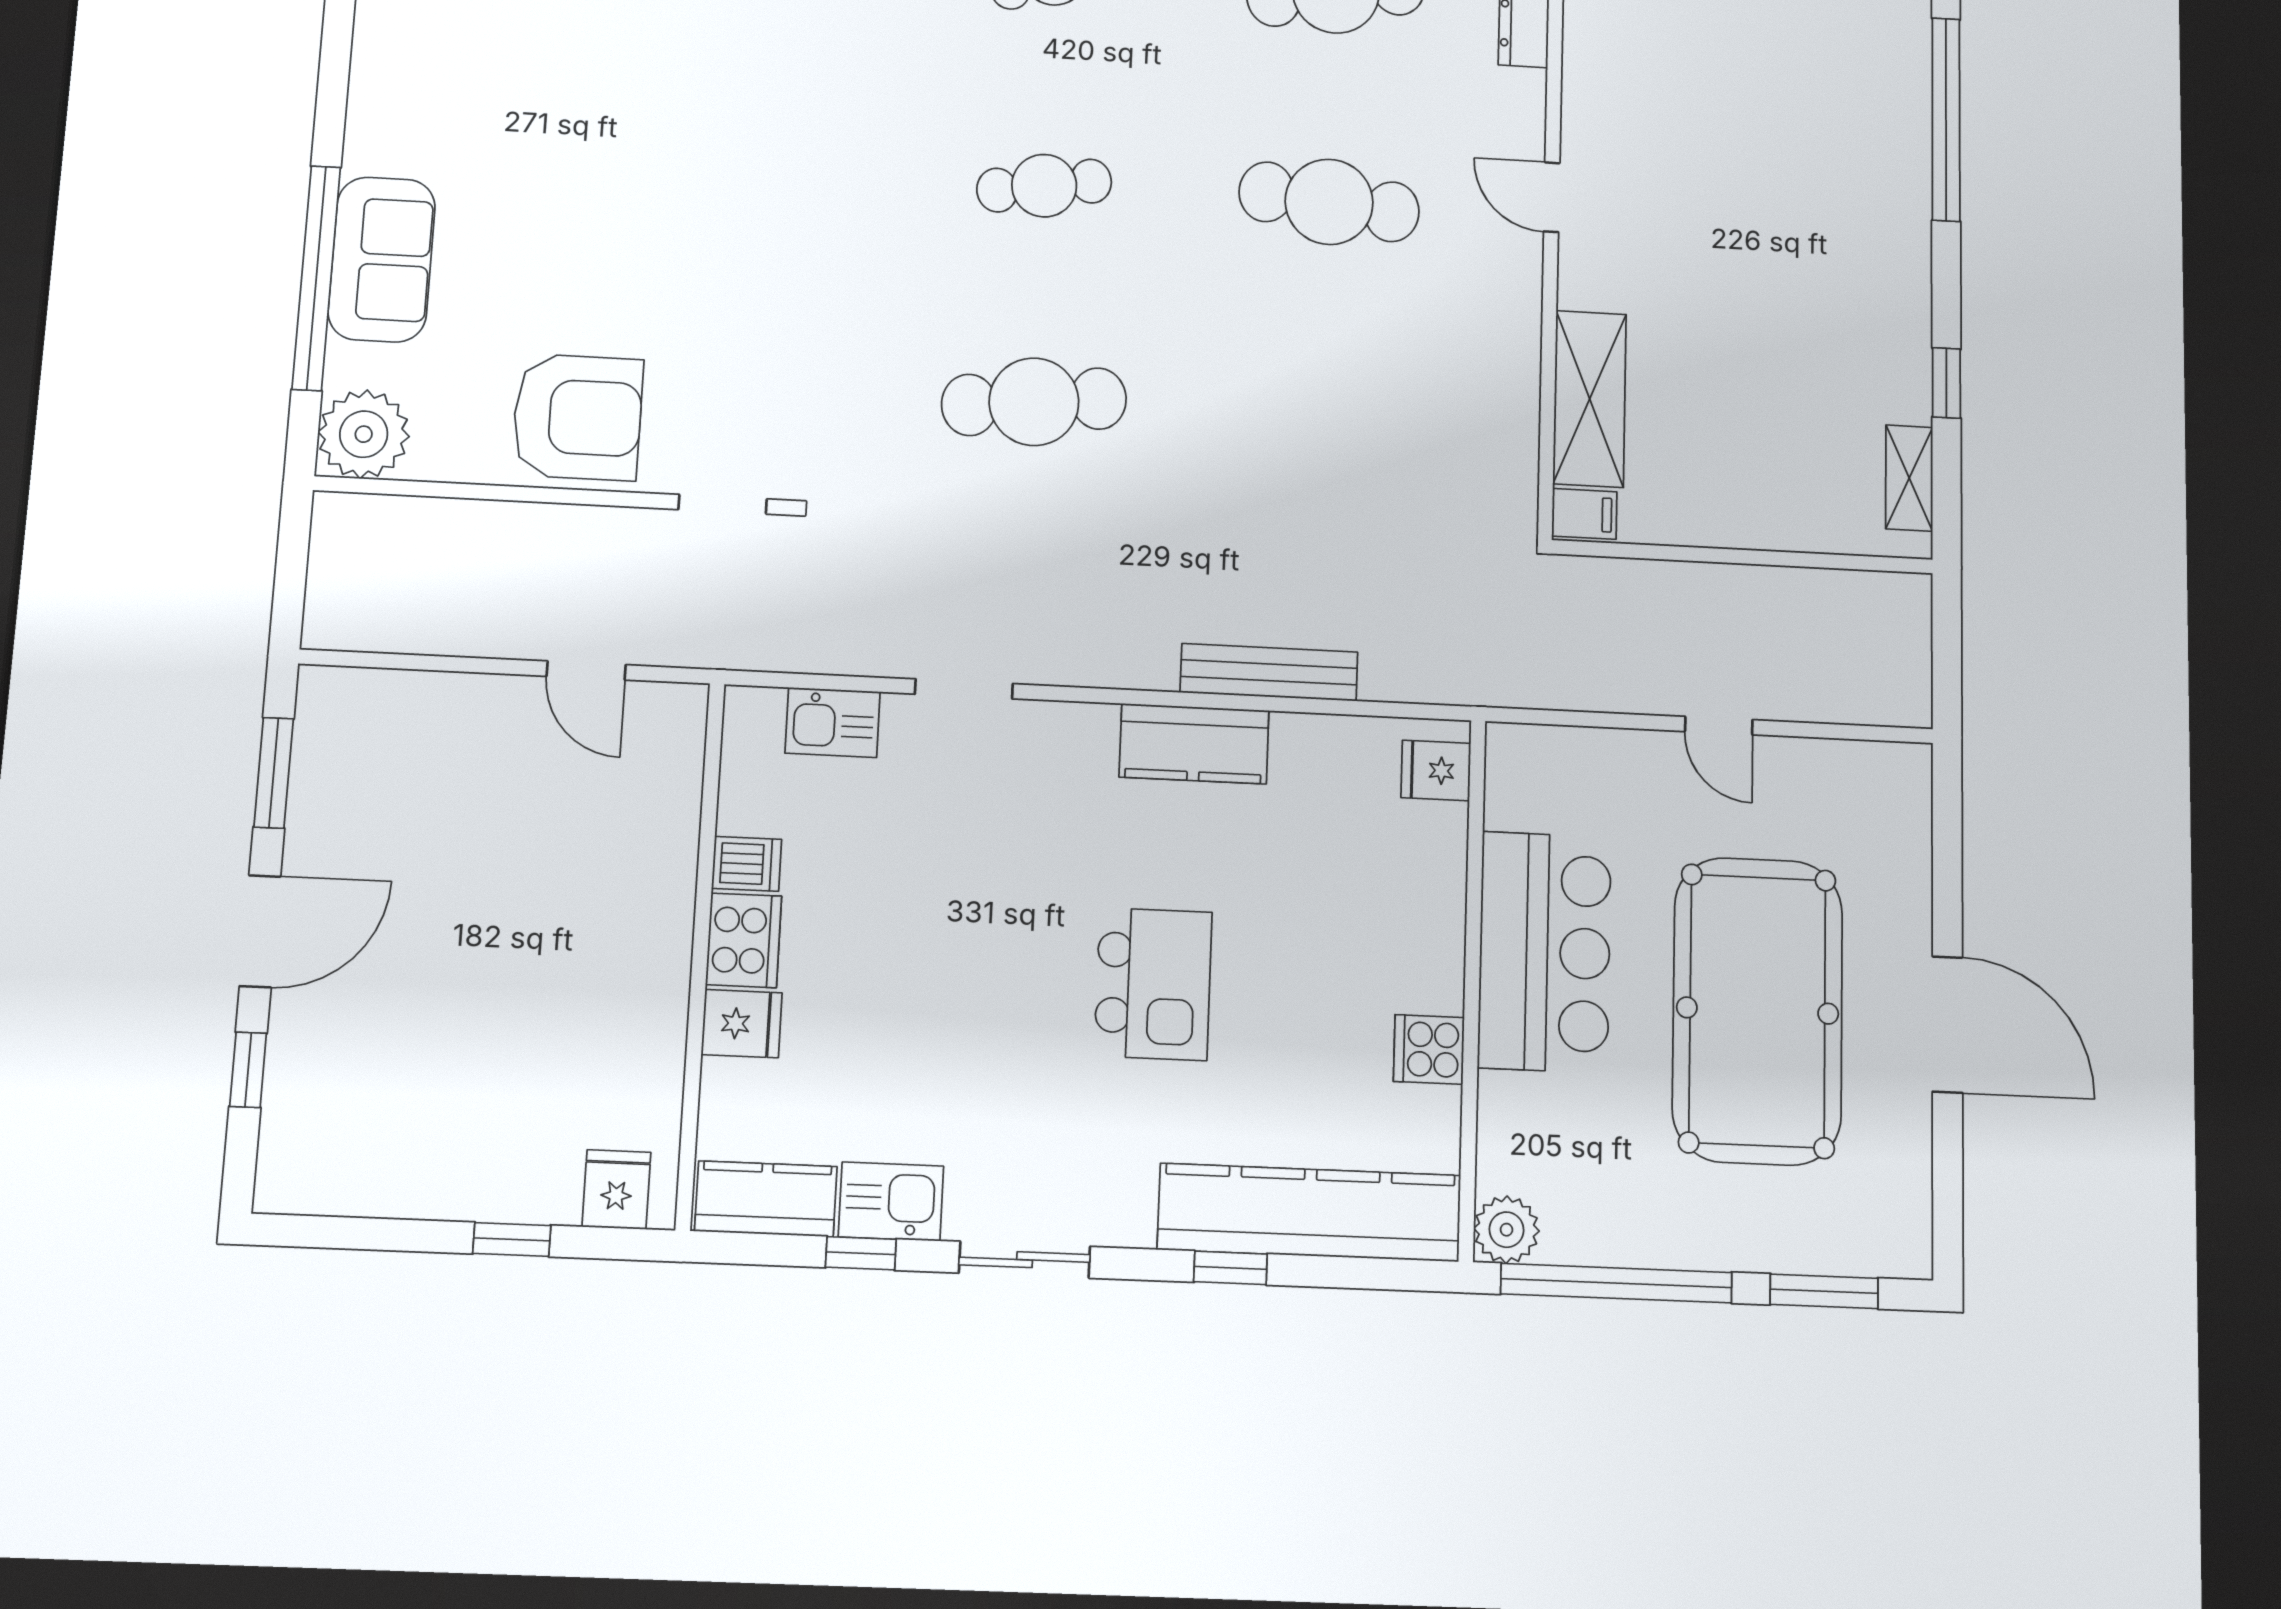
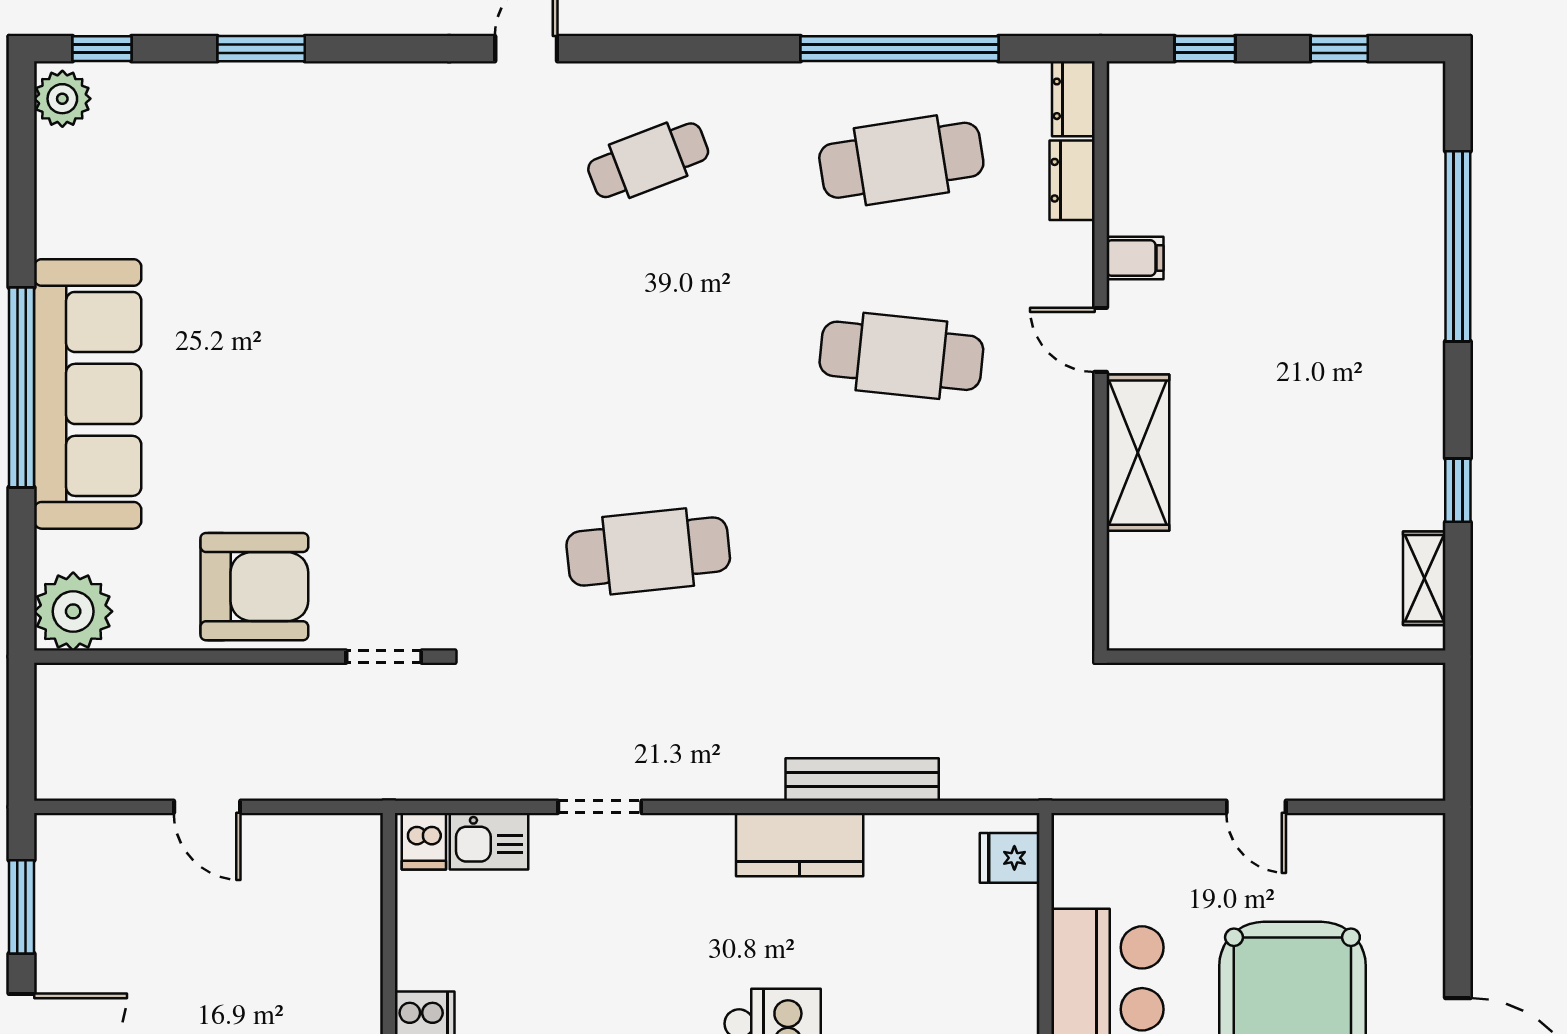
cafe table: (1044, 186) -> (648, 356), removed
sofa: (382, 259) -> (88, 394), width x1.85, depth x1.27
window: (316, 278) -> (22, 387), moved
shelving: (1590, 399) -> (1138, 453), moved
filing cabinet: (1584, 514) -> (1135, 258), moved
door: (586, 671) -> (207, 807), moved
dishwasher: (747, 864) -> (424, 841), moved, turned 90

